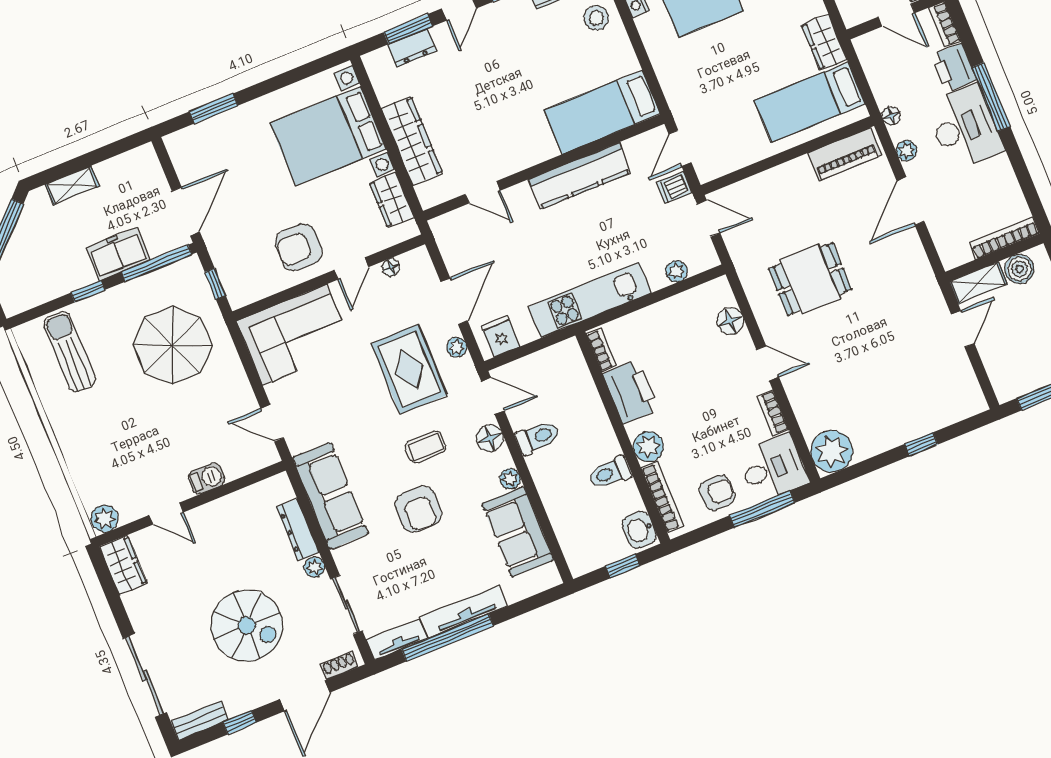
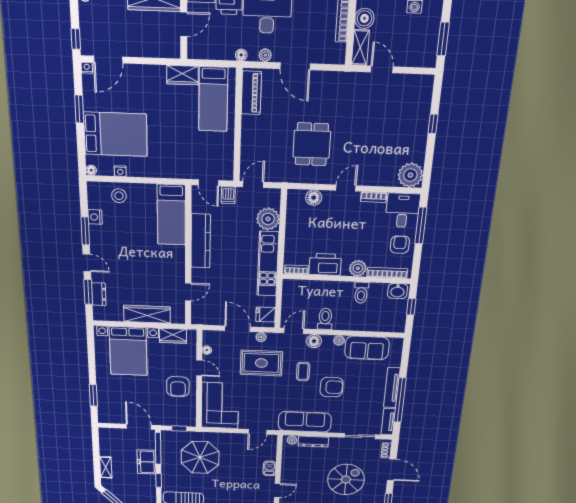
plant: (676, 271) -> (268, 219), width x1.87, depth x1.87
plant: (314, 567) -> (292, 440), moved

